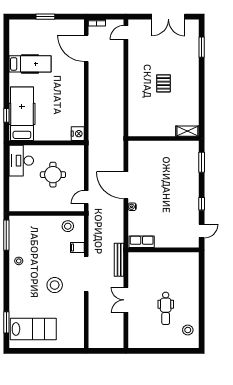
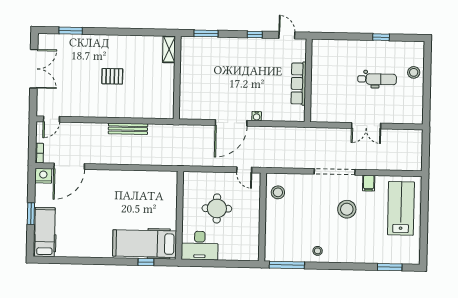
door: (126, 32) -> (51, 119), hinge flipped
hospital bed: (30, 64) -> (45, 232), moved
nightstand: (78, 134) -> (43, 176), moved
row of seats: (142, 242) -> (298, 84), moved, width x1.48
filing cabinet: (77, 248) -> (369, 183), moved
bench: (119, 260) -> (128, 129), moved
window: (202, 311) -> (381, 37), added
lab bench: (33, 329) -> (401, 208), moved
stool: (188, 330) -> (414, 72), moved

